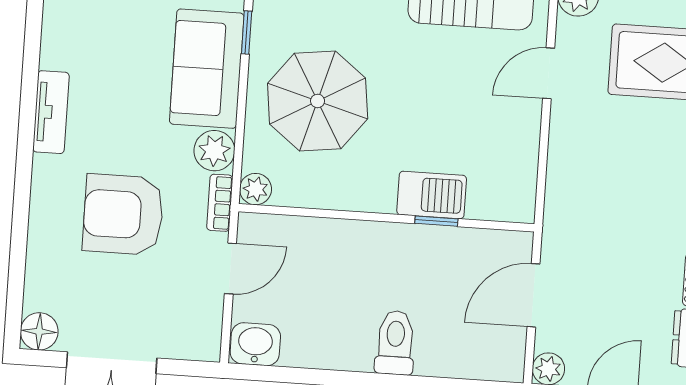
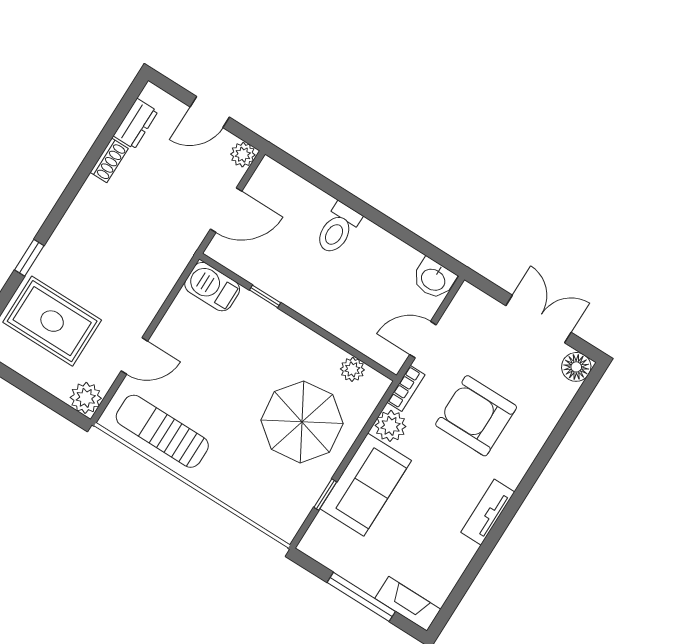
plant: (256, 189) -> (352, 369), moved
barbecue: (432, 195) -> (212, 287), moved
armchair: (123, 215) -> (476, 416), turned 180

